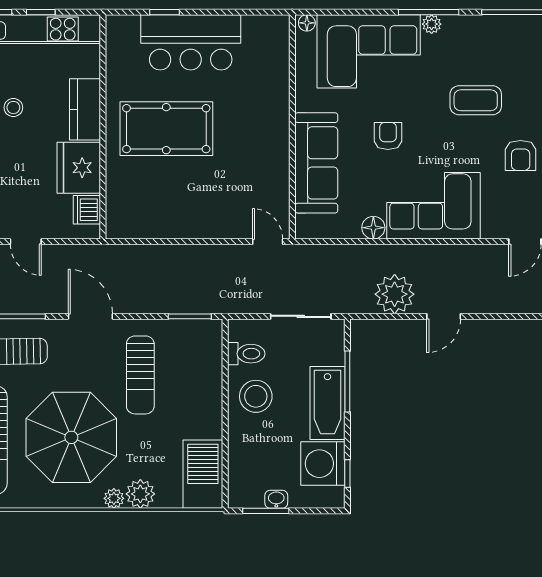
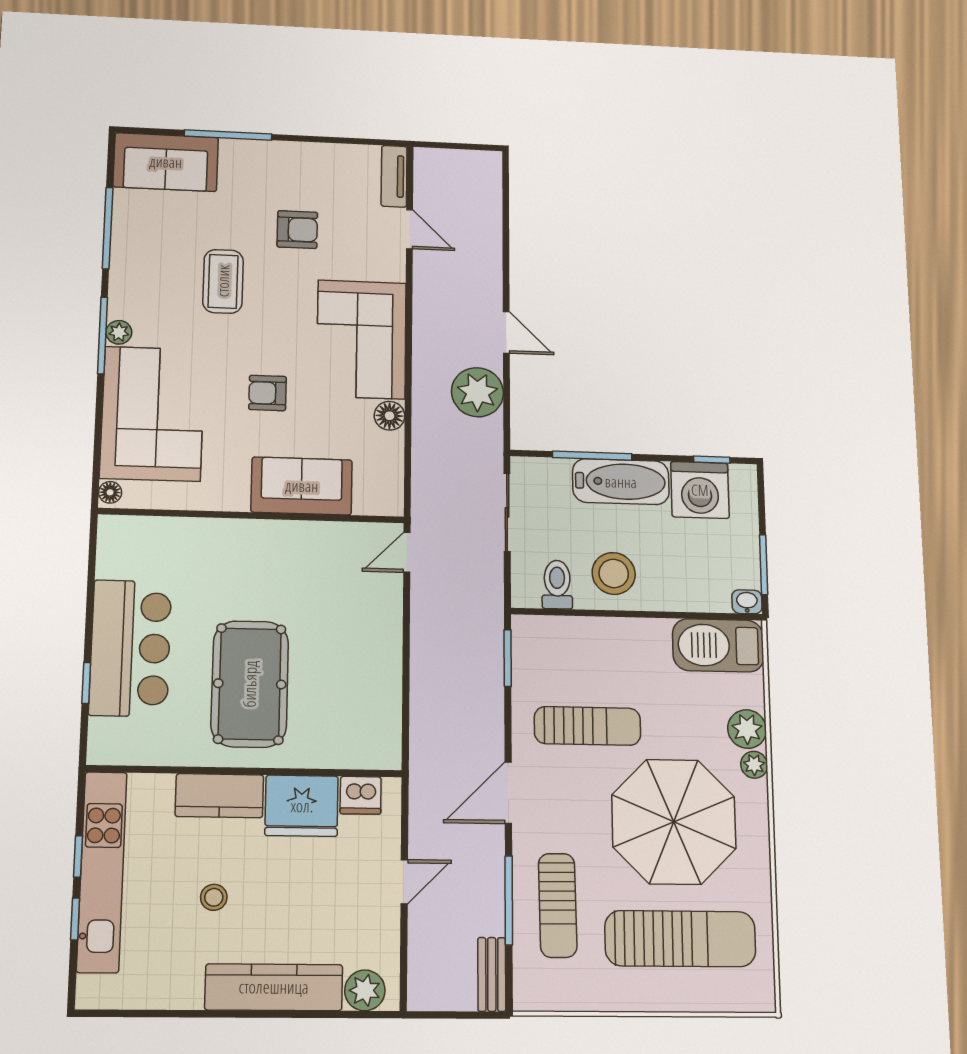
sofa: (316, 163) -> (302, 486), width x0.73
washbasin: (276, 499) -> (747, 602), moved, turned 90

